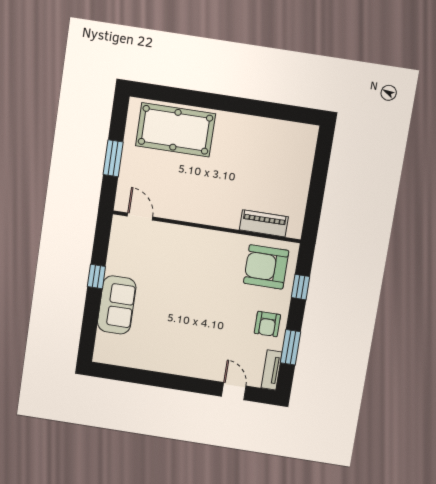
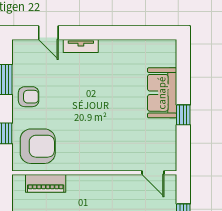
armchair: (267, 324) -> (29, 97), turned 90
tv unit: (272, 370) -> (81, 46), moved, turned 90

